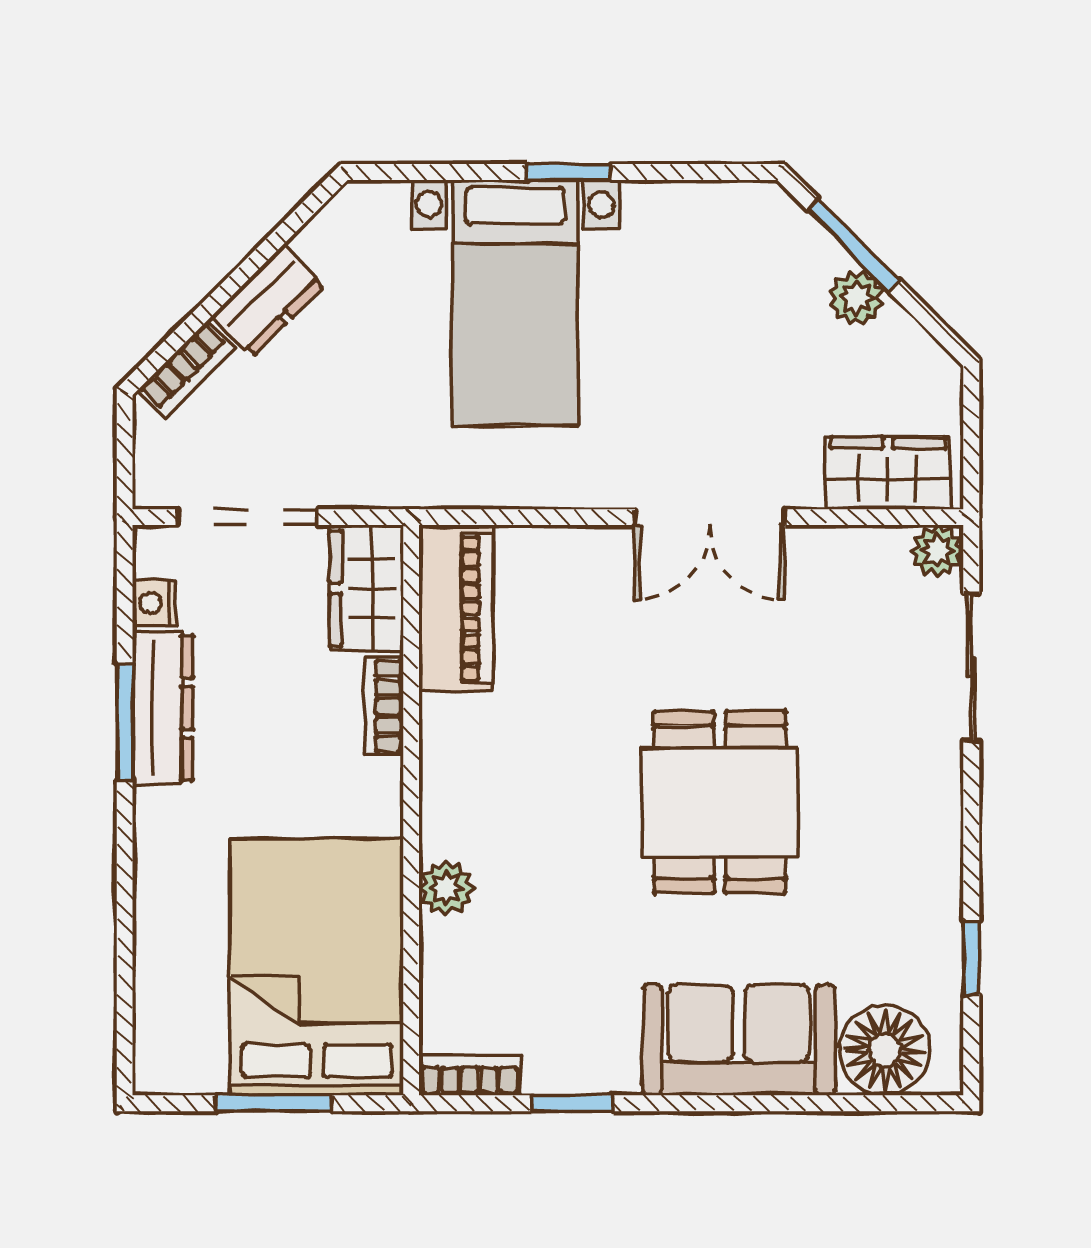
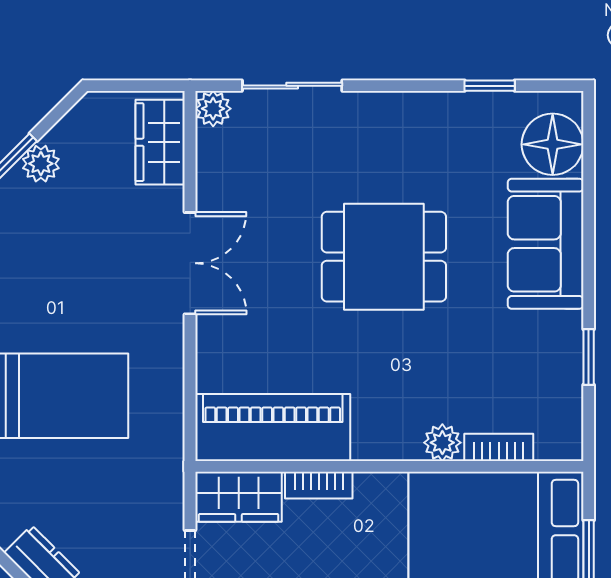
piano: (456, 608) -> (273, 428), width x1.37, depth x1.33
bookcase: (469, 1075) -> (499, 447), moved, turned 90

